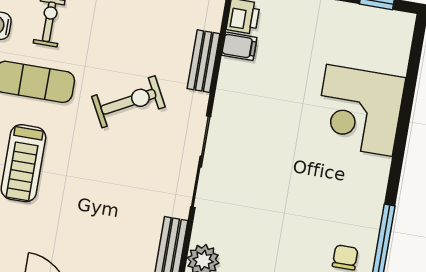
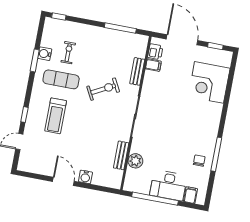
corner desk: (359, 110) -> (209, 82), moved

